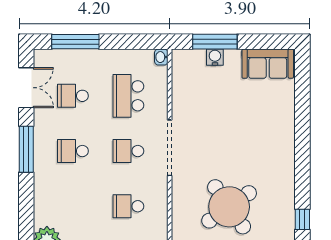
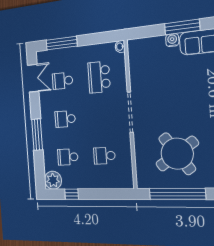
window: (215, 42) -> (182, 27), moved
water cooler: (215, 57) -> (172, 40), moved
window: (26, 149) -> (37, 135), moved
school desk: (128, 151) -> (68, 157), moved

